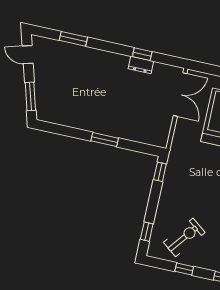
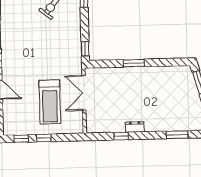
dresser: (141, 65) -> (135, 127), moved
double door: (180, 94) -> (84, 93), moved

